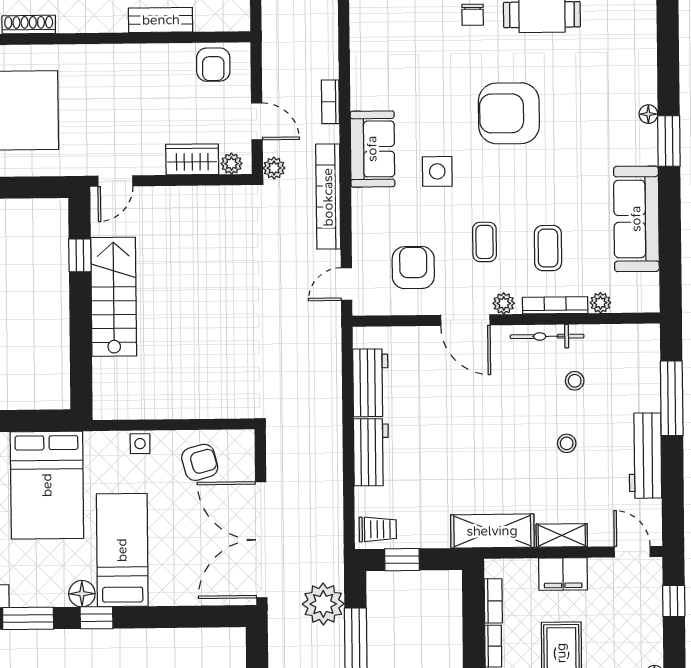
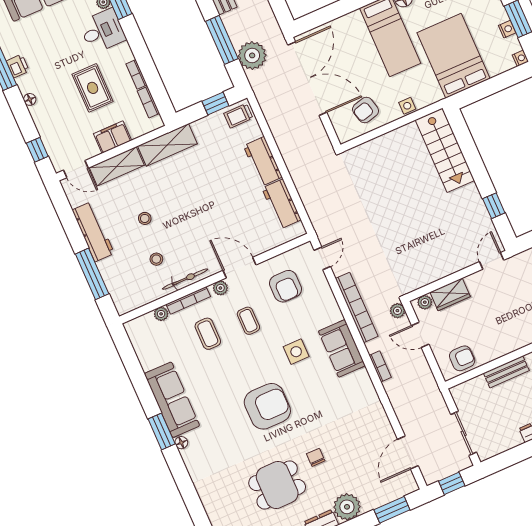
armchair: (213, 65) -> (462, 358), turned 90
sofa: (636, 219) -> (172, 400), moved
stairs: (114, 297) -> (445, 150), moved
shelving: (562, 535) -> (117, 166), width x1.50, depth x1.33

